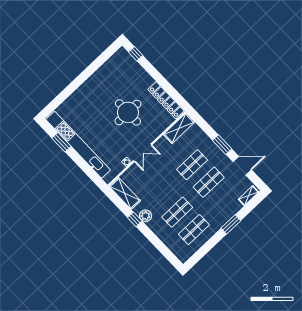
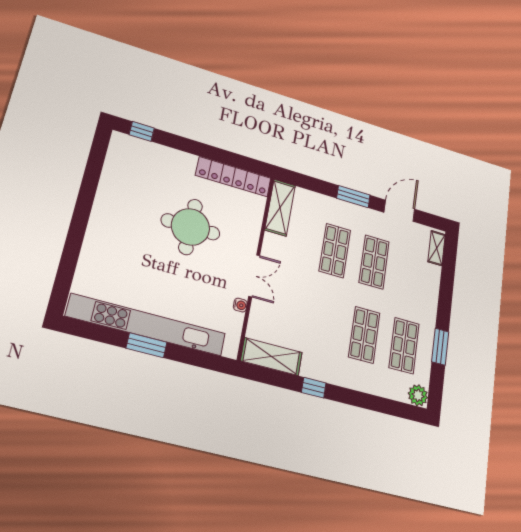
window: (61, 142) -> (147, 345), moved
plant: (146, 216) -> (418, 395), moved
window: (231, 224) -> (440, 347), moved

